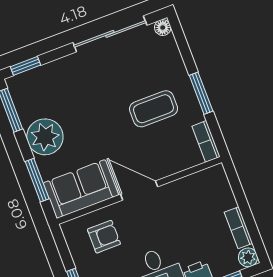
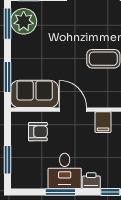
plant: (45, 137) -> (24, 21), moved
filing cabinet: (184, 192) -> (103, 122), added

